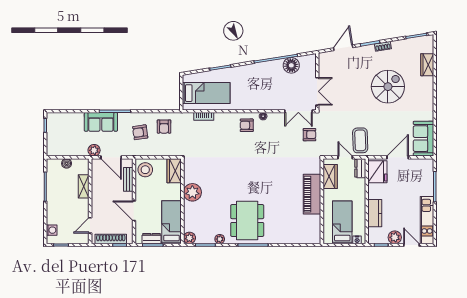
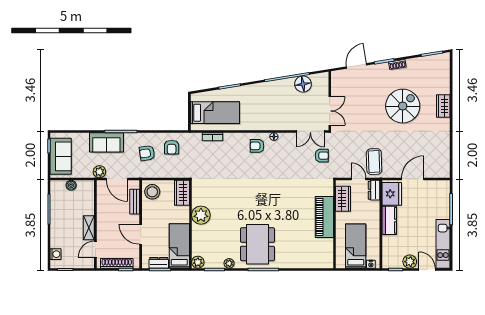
wardrobe: (427, 65) -> (443, 106), moved
sofa: (424, 139) -> (61, 156), moved, turned 180
shelving: (84, 186) -> (89, 228), moved
kitchen counter: (375, 213) -> (389, 220), moved

